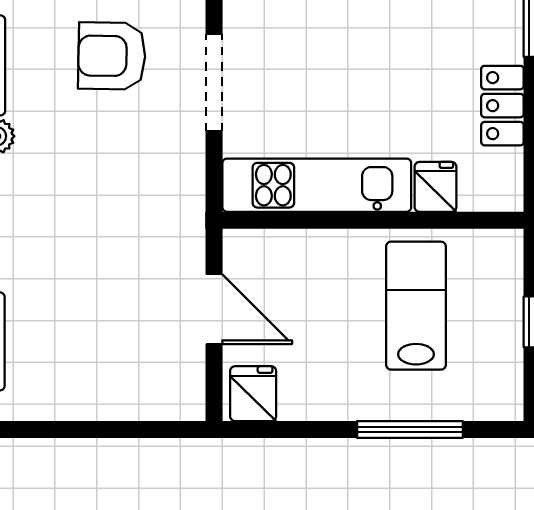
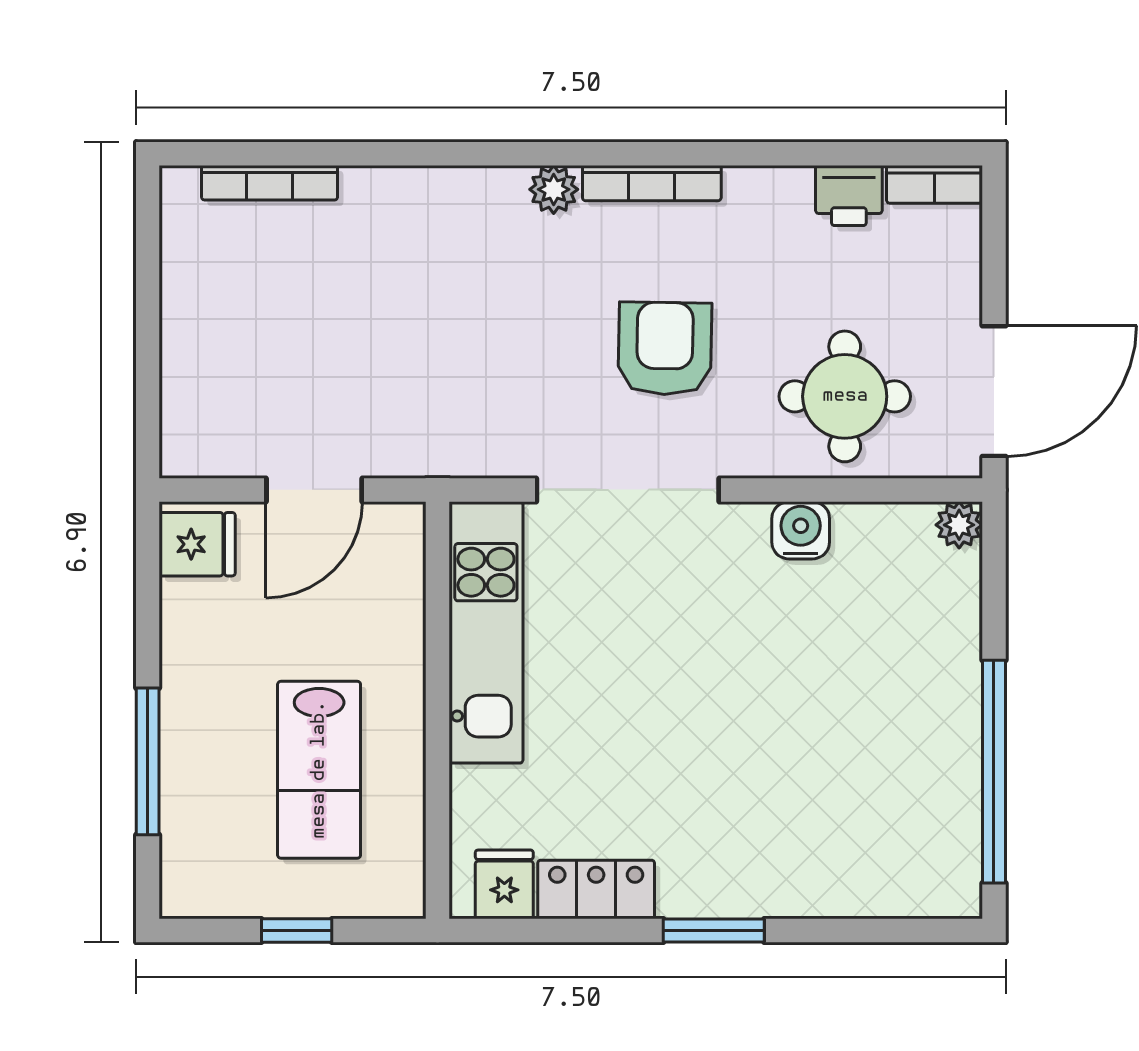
doorway: (214, 83) -> (628, 490), width x1.36
fridge: (435, 187) -> (504, 884), moved, turned -90
lab bench: (416, 306) -> (319, 770), turned 90

